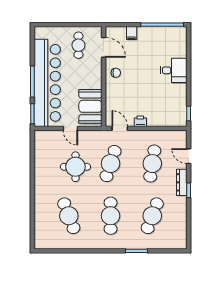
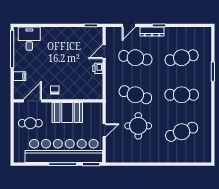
desk: (174, 70) -> (29, 39), moved
booth: (90, 106) -> (67, 113), moved
door: (120, 128) -> (104, 51), moved
cafe table: (152, 216) -> (182, 58), turned -33

